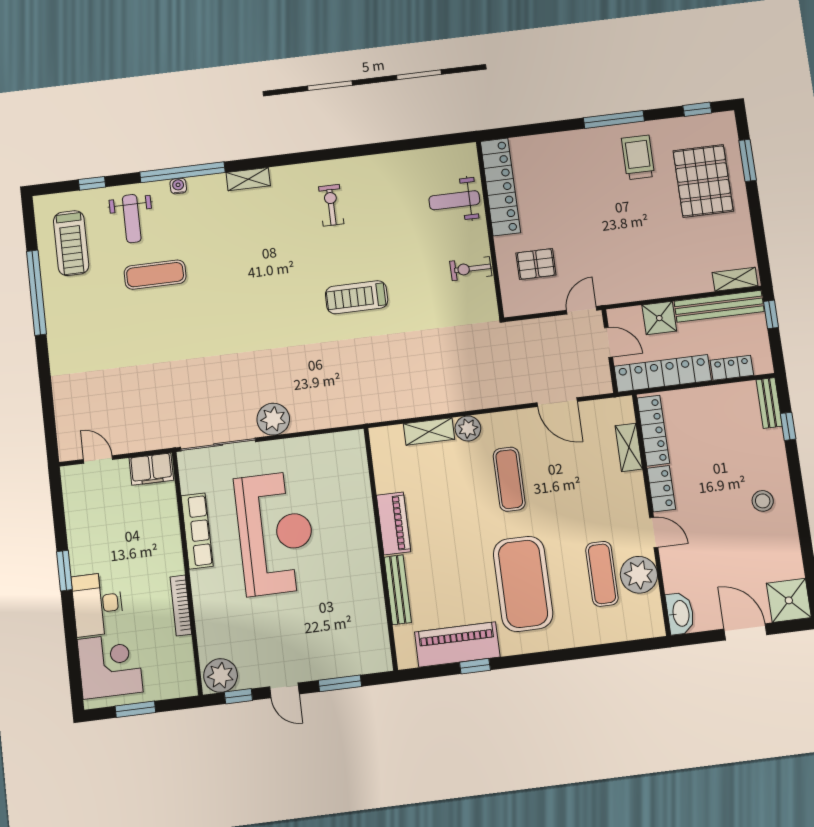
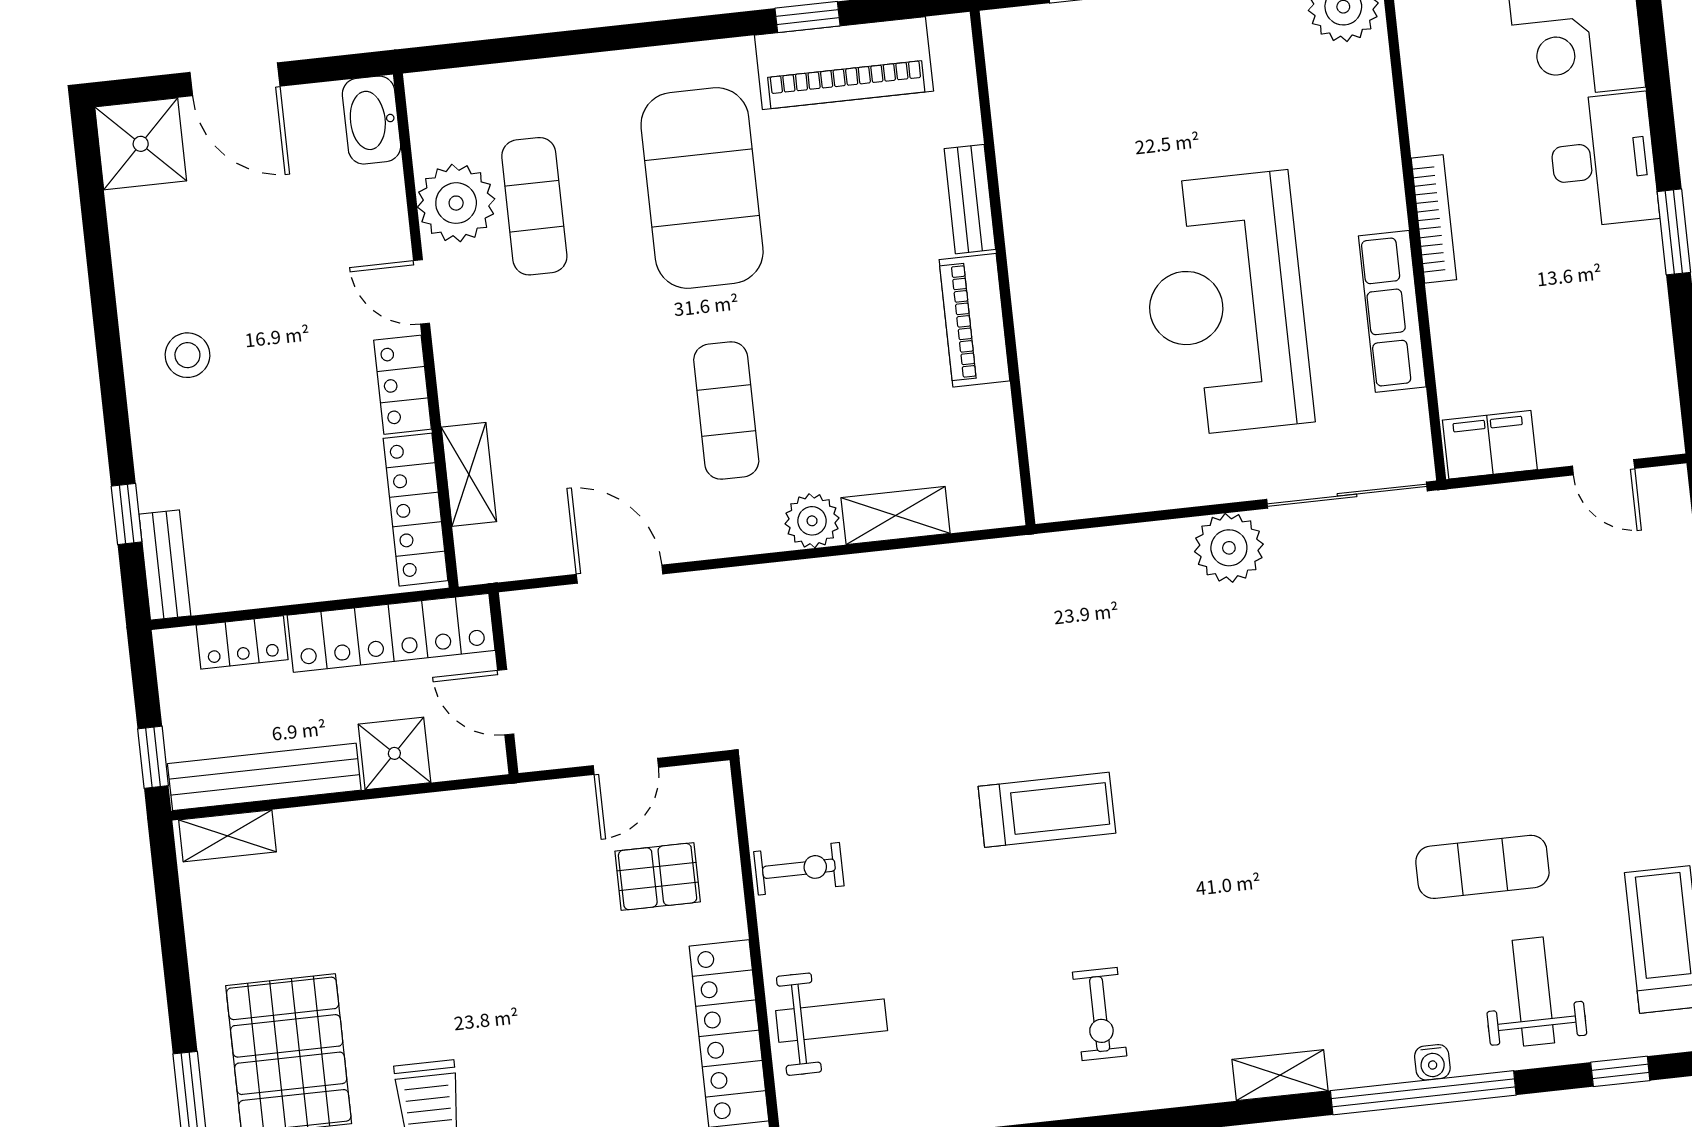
door: (582, 310) -> (626, 766), moved
bench: (398, 590) -> (970, 199), width x0.73
bookcase: (181, 605) -> (1434, 219), moved

